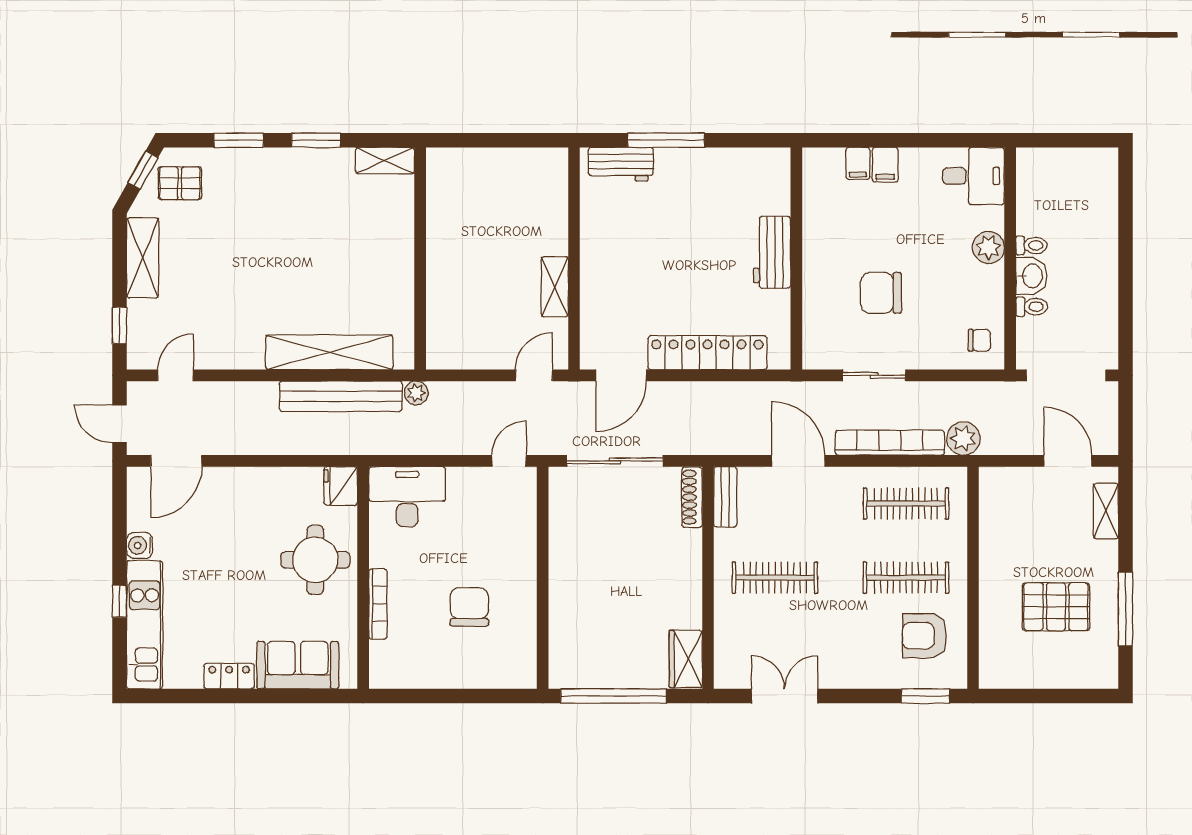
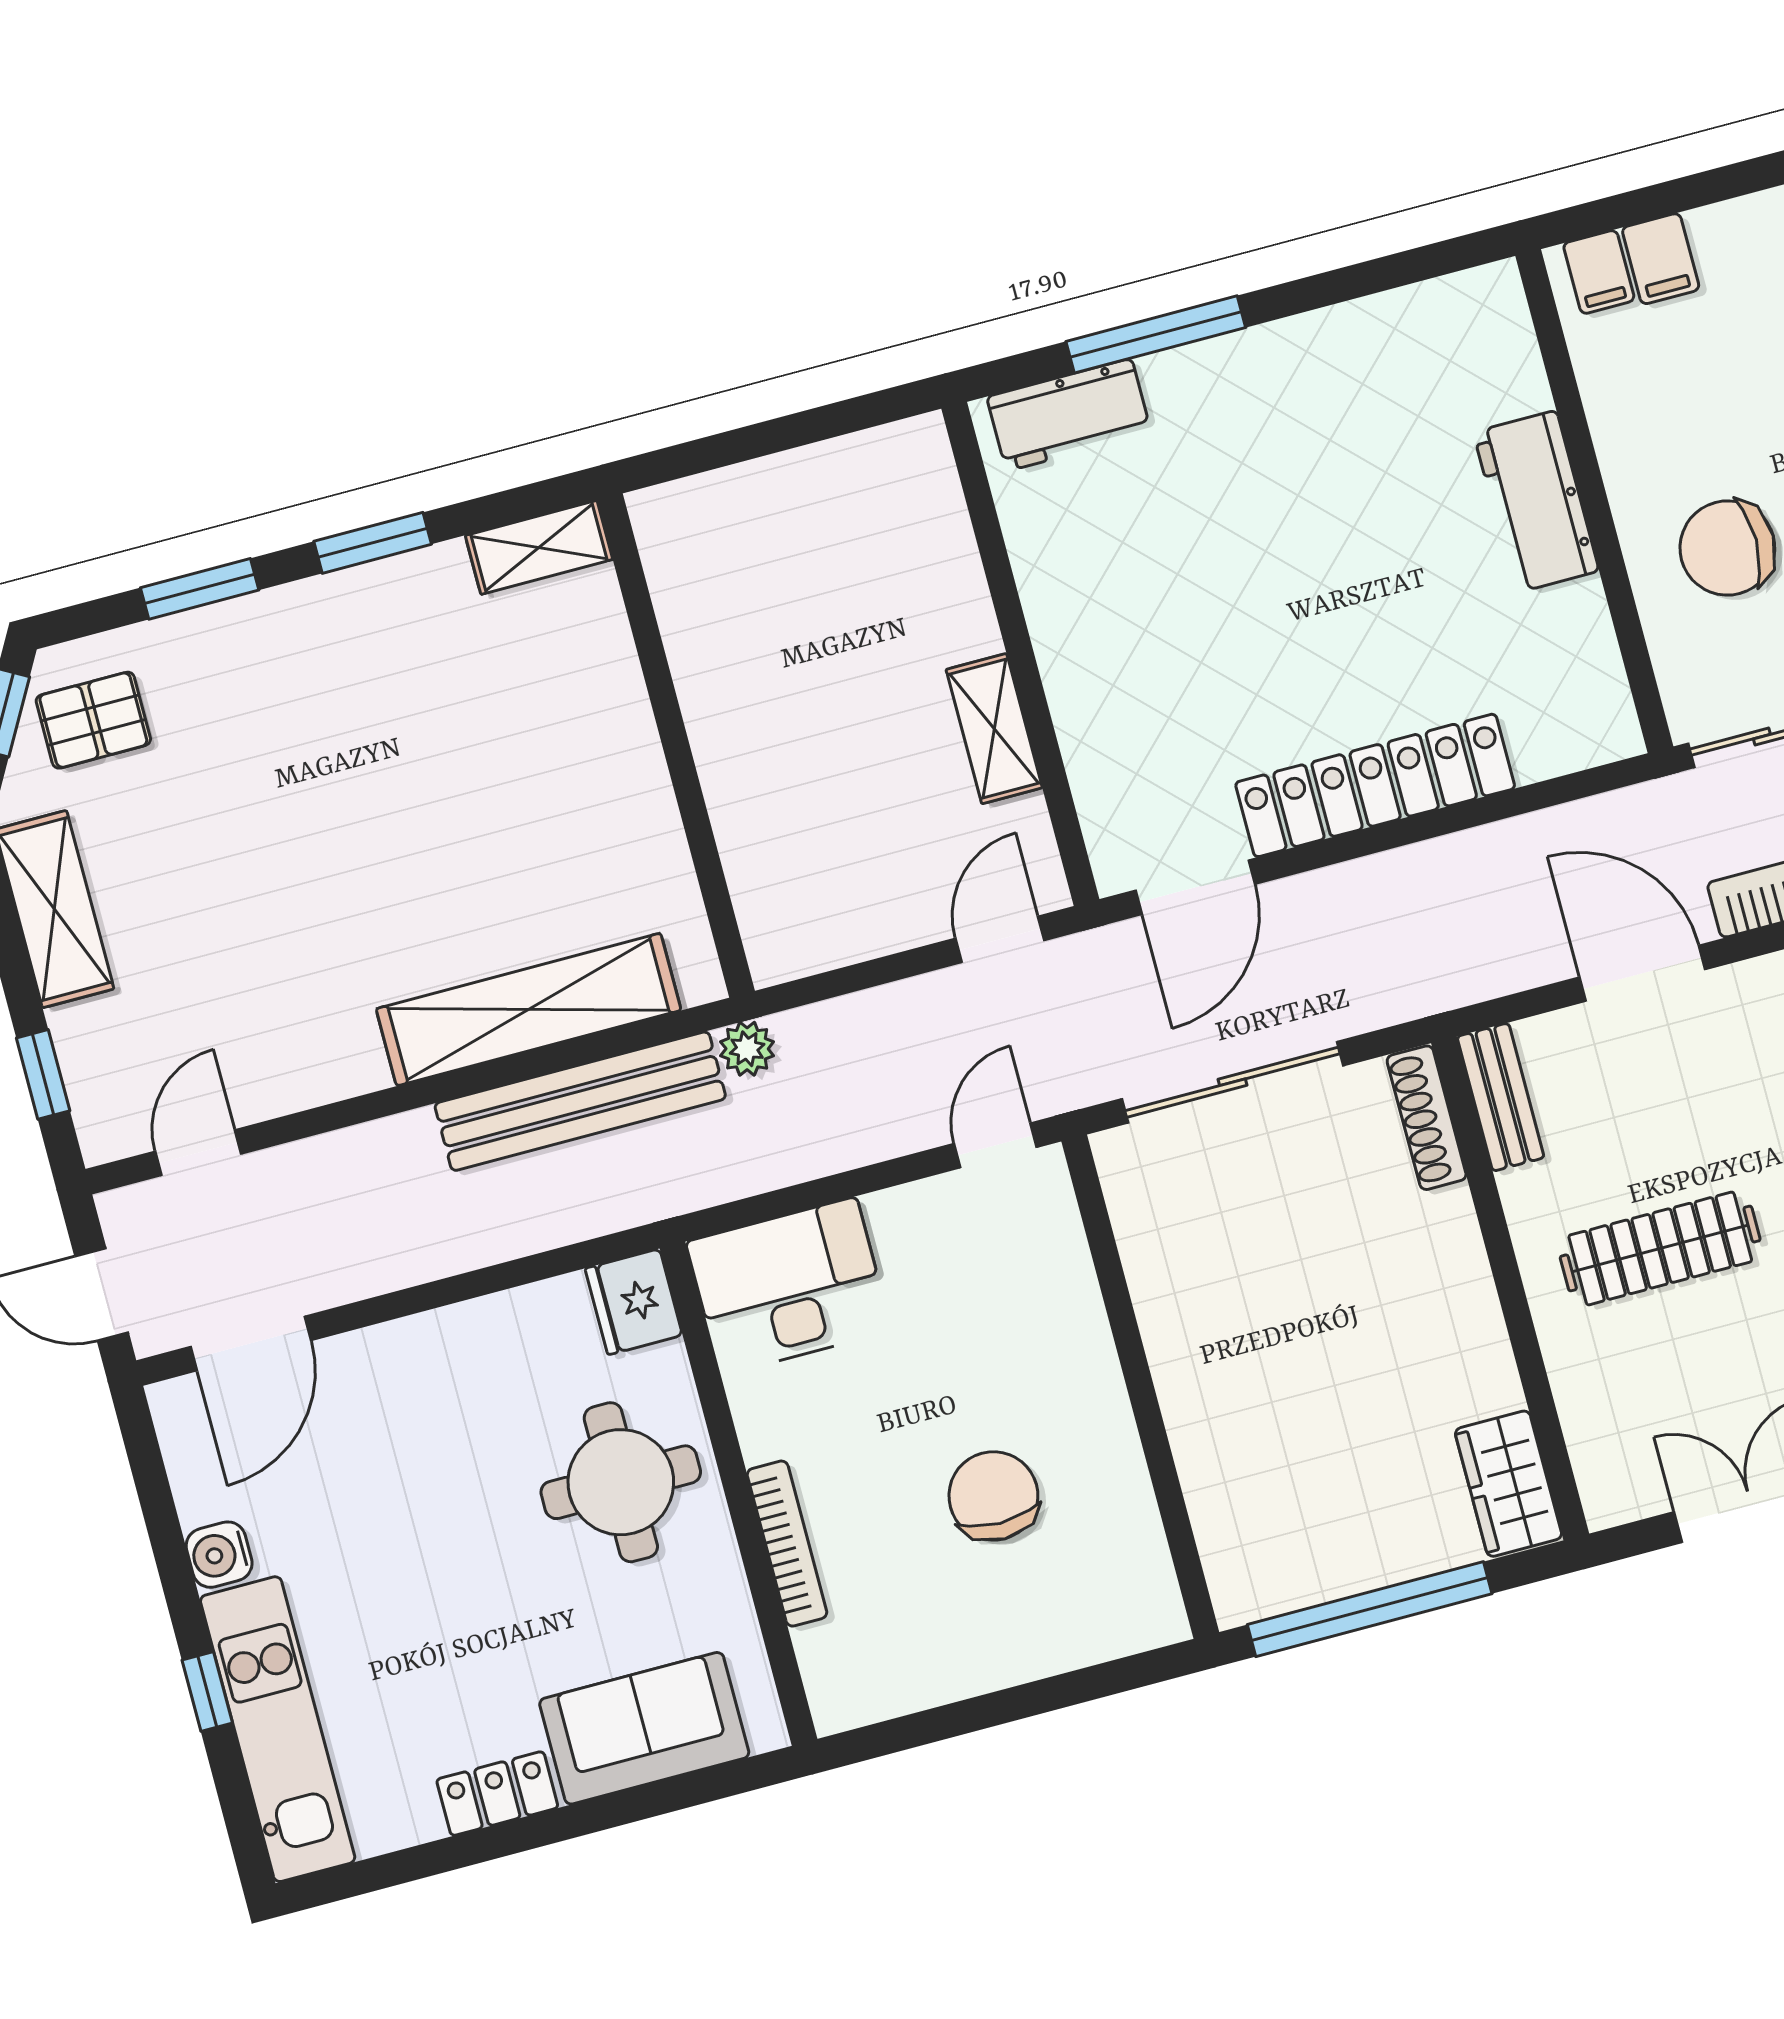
workbench: (772, 252) -> (1536, 502), moved
wall: (796, 258) -> (1594, 501), moved

